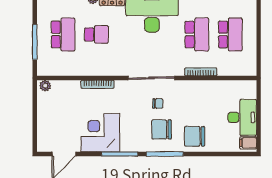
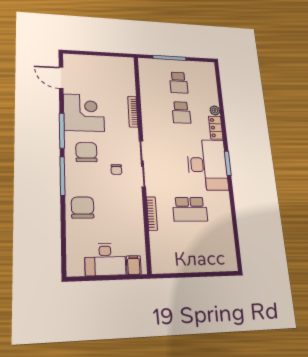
school desk: (63, 34) -> (179, 83), width x0.54
school desk: (230, 34) -> (193, 244), removed
plant: (45, 86) -> (129, 65), removed
chair: (162, 129) -> (86, 152), moved
filing cabinet: (248, 143) -> (134, 265), moved

